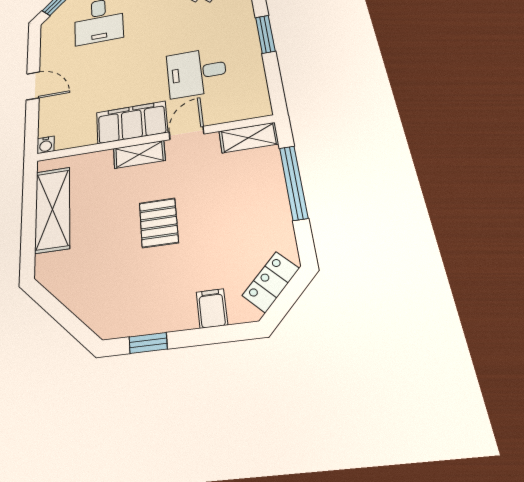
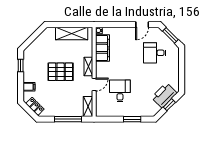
door: (33, 86) -> (142, 25), moved
filing cabinet: (132, 122) -> (102, 48), moved
door: (186, 133) -> (94, 85), hinge flipped
pallet: (159, 223) -> (61, 72), width x1.50, depth x1.42

